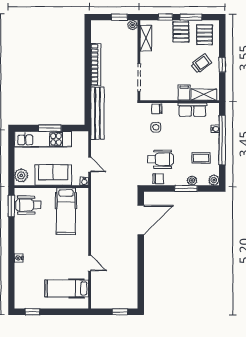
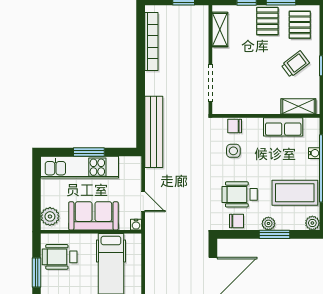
plant: (133, 25) -> (202, 12), removed
bookcase: (96, 65) -> (151, 42), moved
filing cabinet: (184, 93) -> (272, 104), removed
coffee table: (201, 158) -> (295, 193), width x1.86, depth x1.72
wheelchair: (160, 159) -> (240, 194), turned 180
plant: (192, 181) -> (268, 223), moved
window: (11, 206) -> (36, 273), moved

